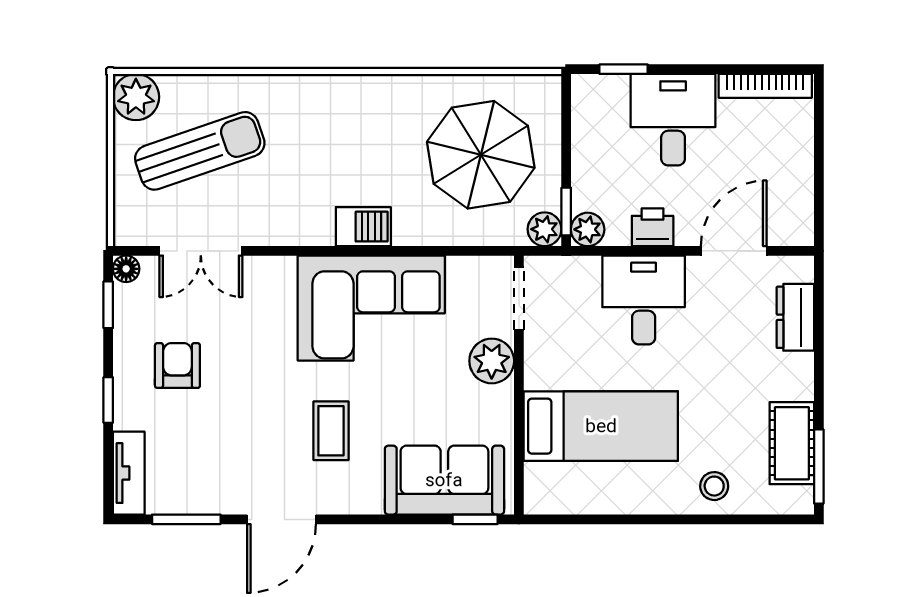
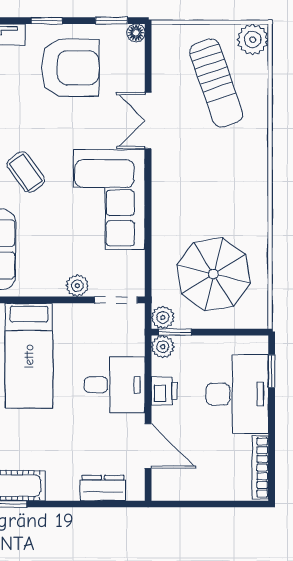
desk: (673, 120) -> (237, 394), width x1.37
barbecue: (363, 227) -> (165, 194), removed
double door: (201, 251) -> (148, 121), moved
plant: (492, 361) -> (77, 286), width x0.73, depth x0.73
armchair: (177, 366) -> (70, 68), width x1.88, depth x1.88
coffee table: (331, 431) -> (26, 172), turned 54

